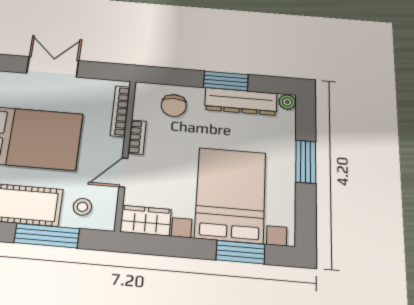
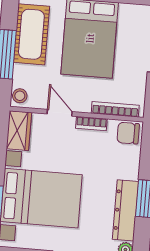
chair: (174, 105) -> (128, 133), moved
stool: (82, 207) -> (20, 96), moved

